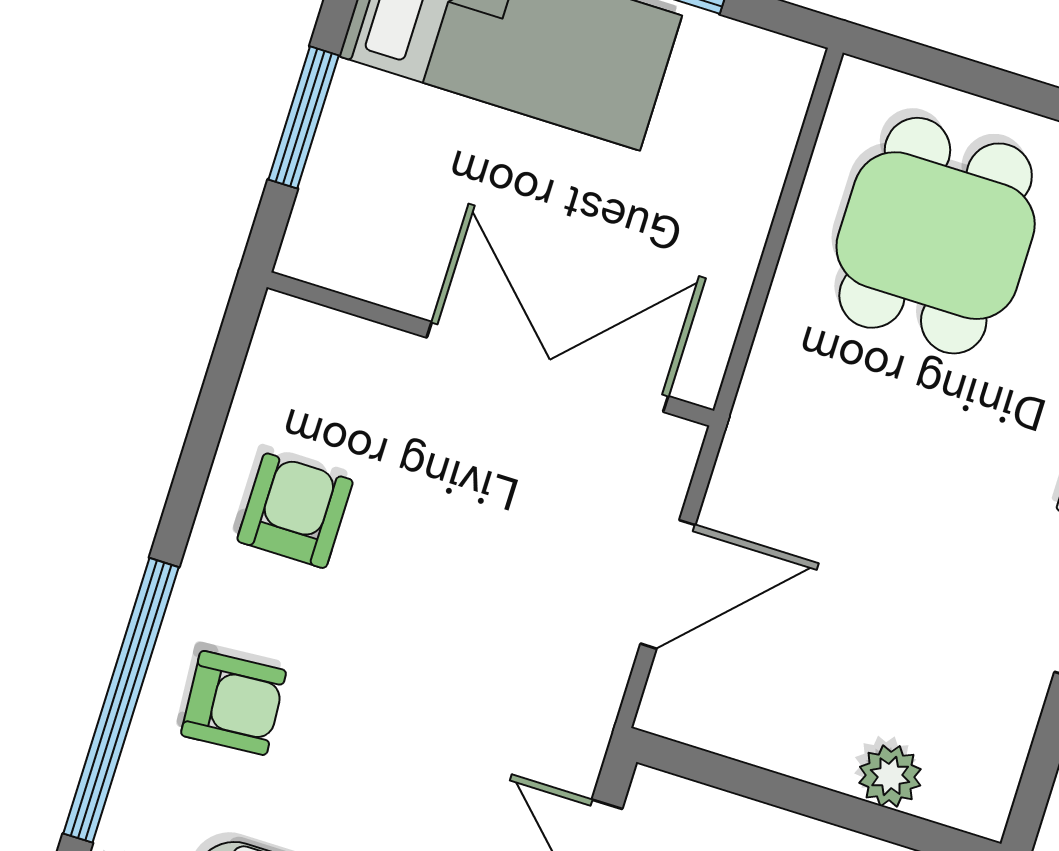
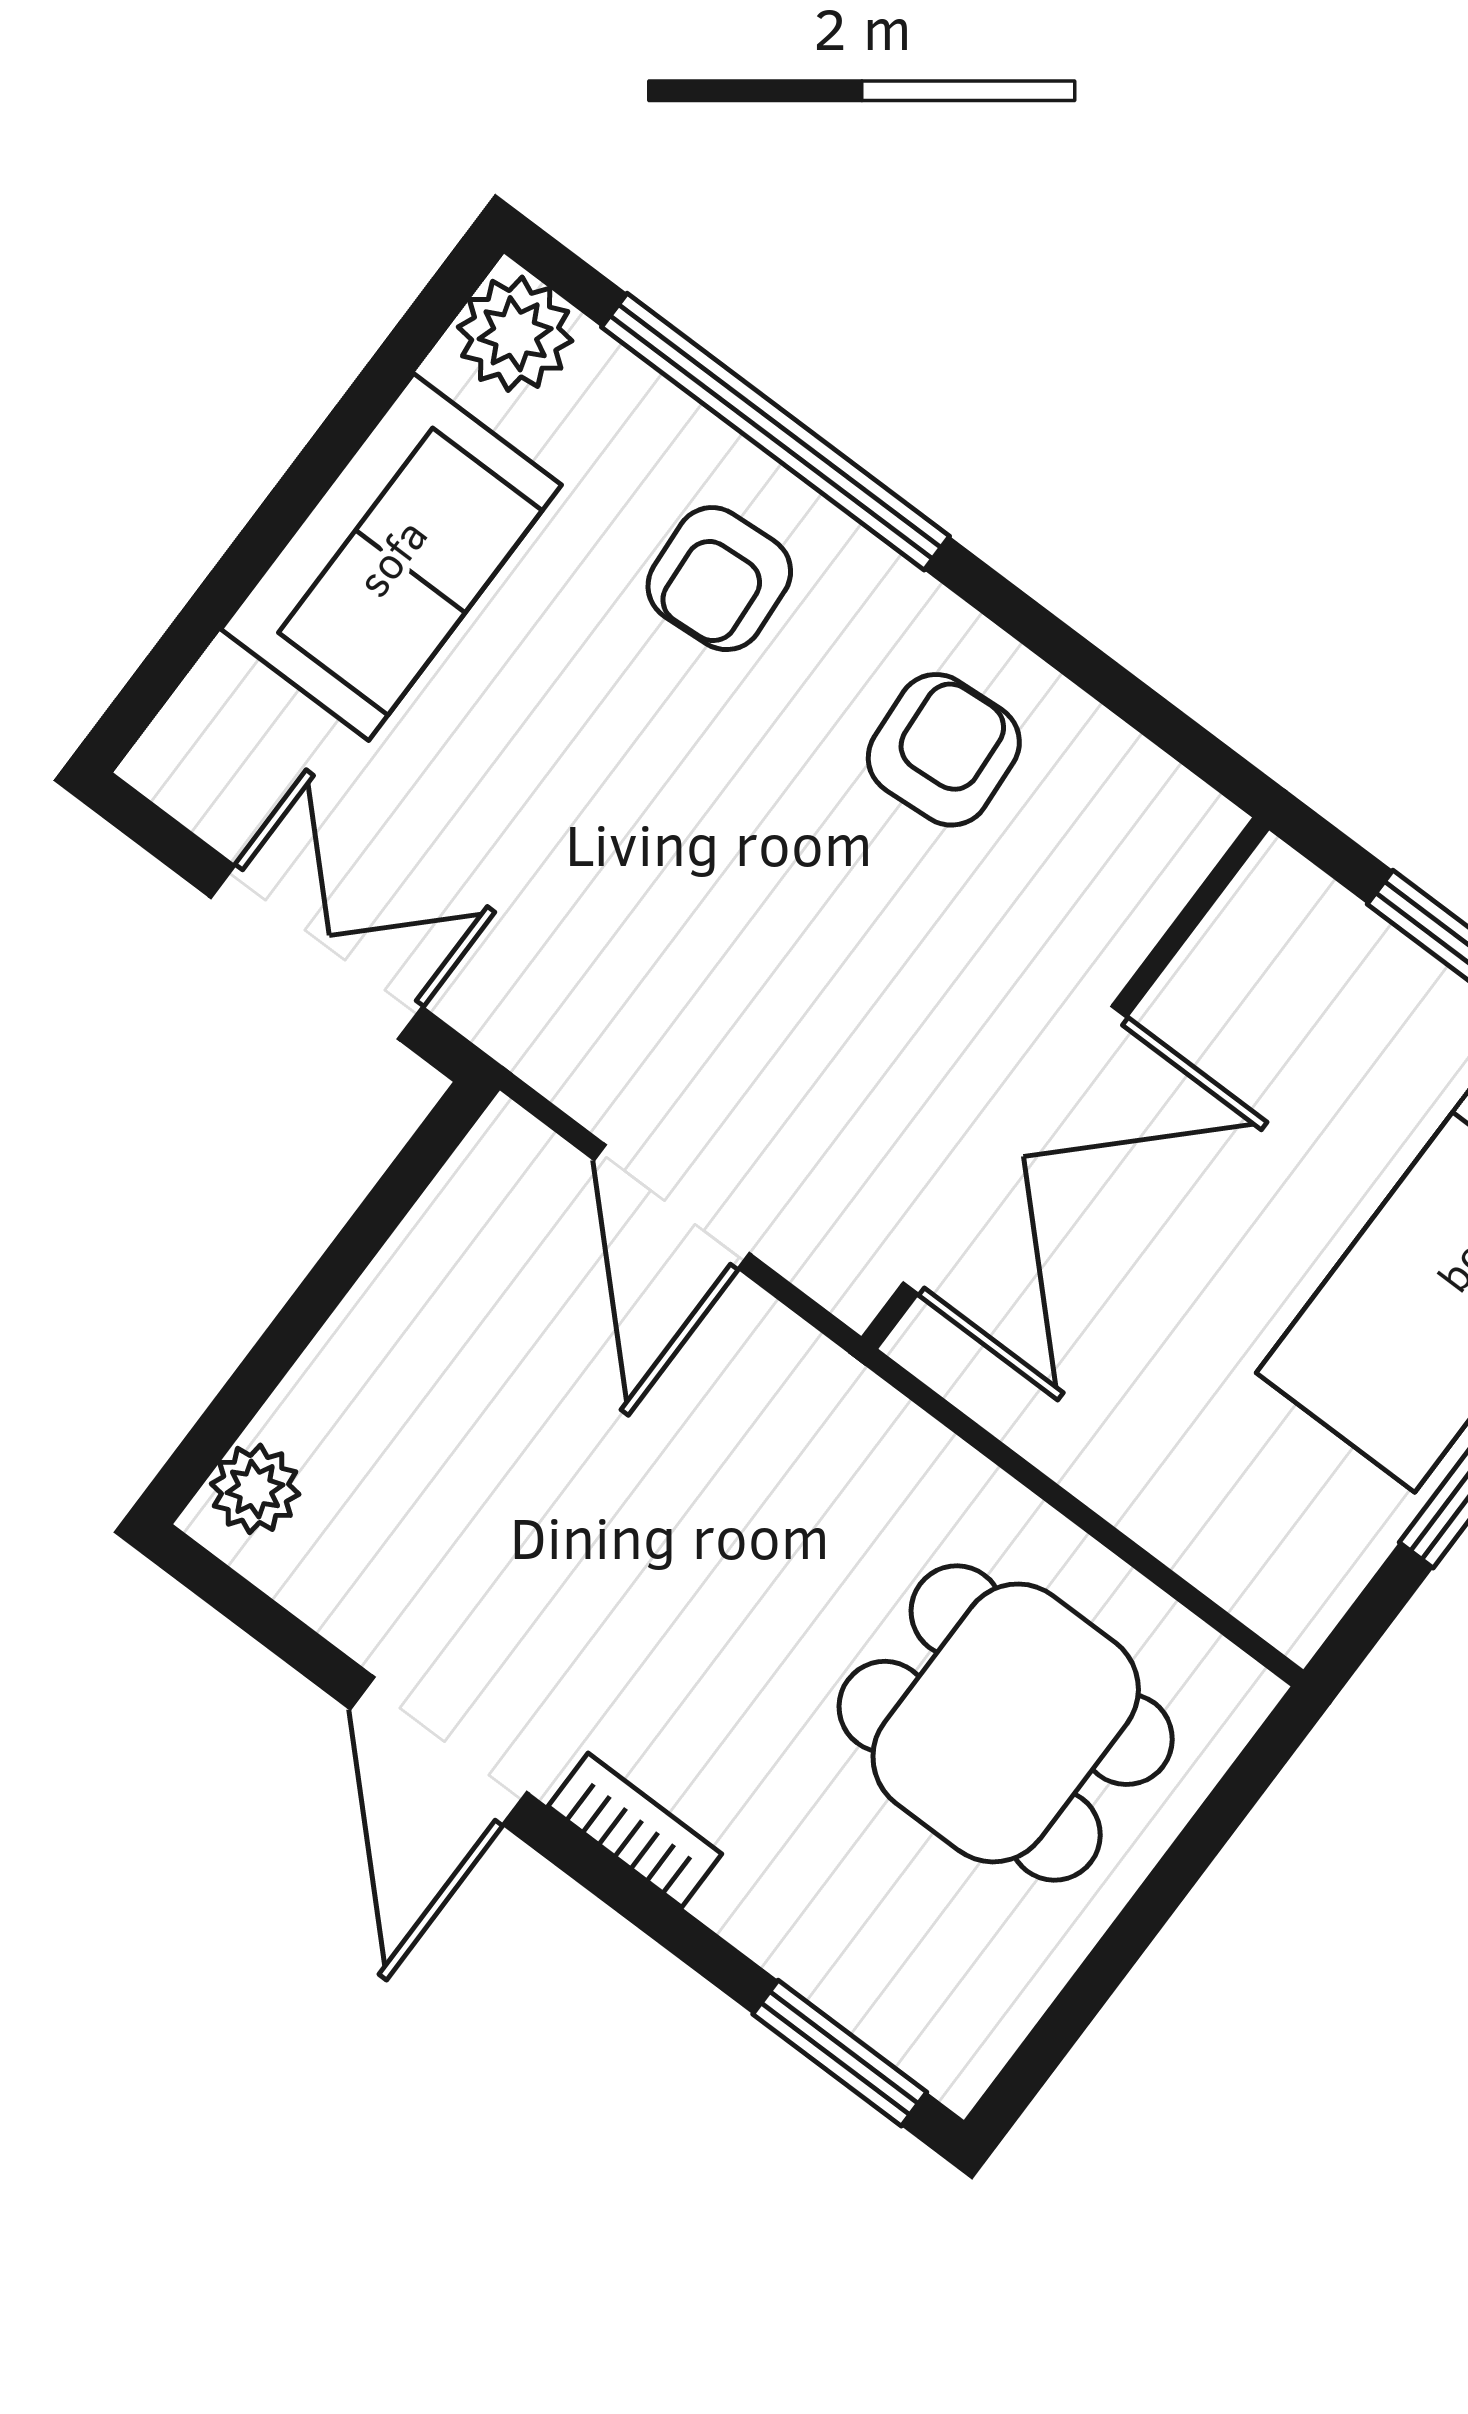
armchair: (295, 511) -> (944, 750), turned -94
plant: (890, 776) -> (255, 1489), moved

